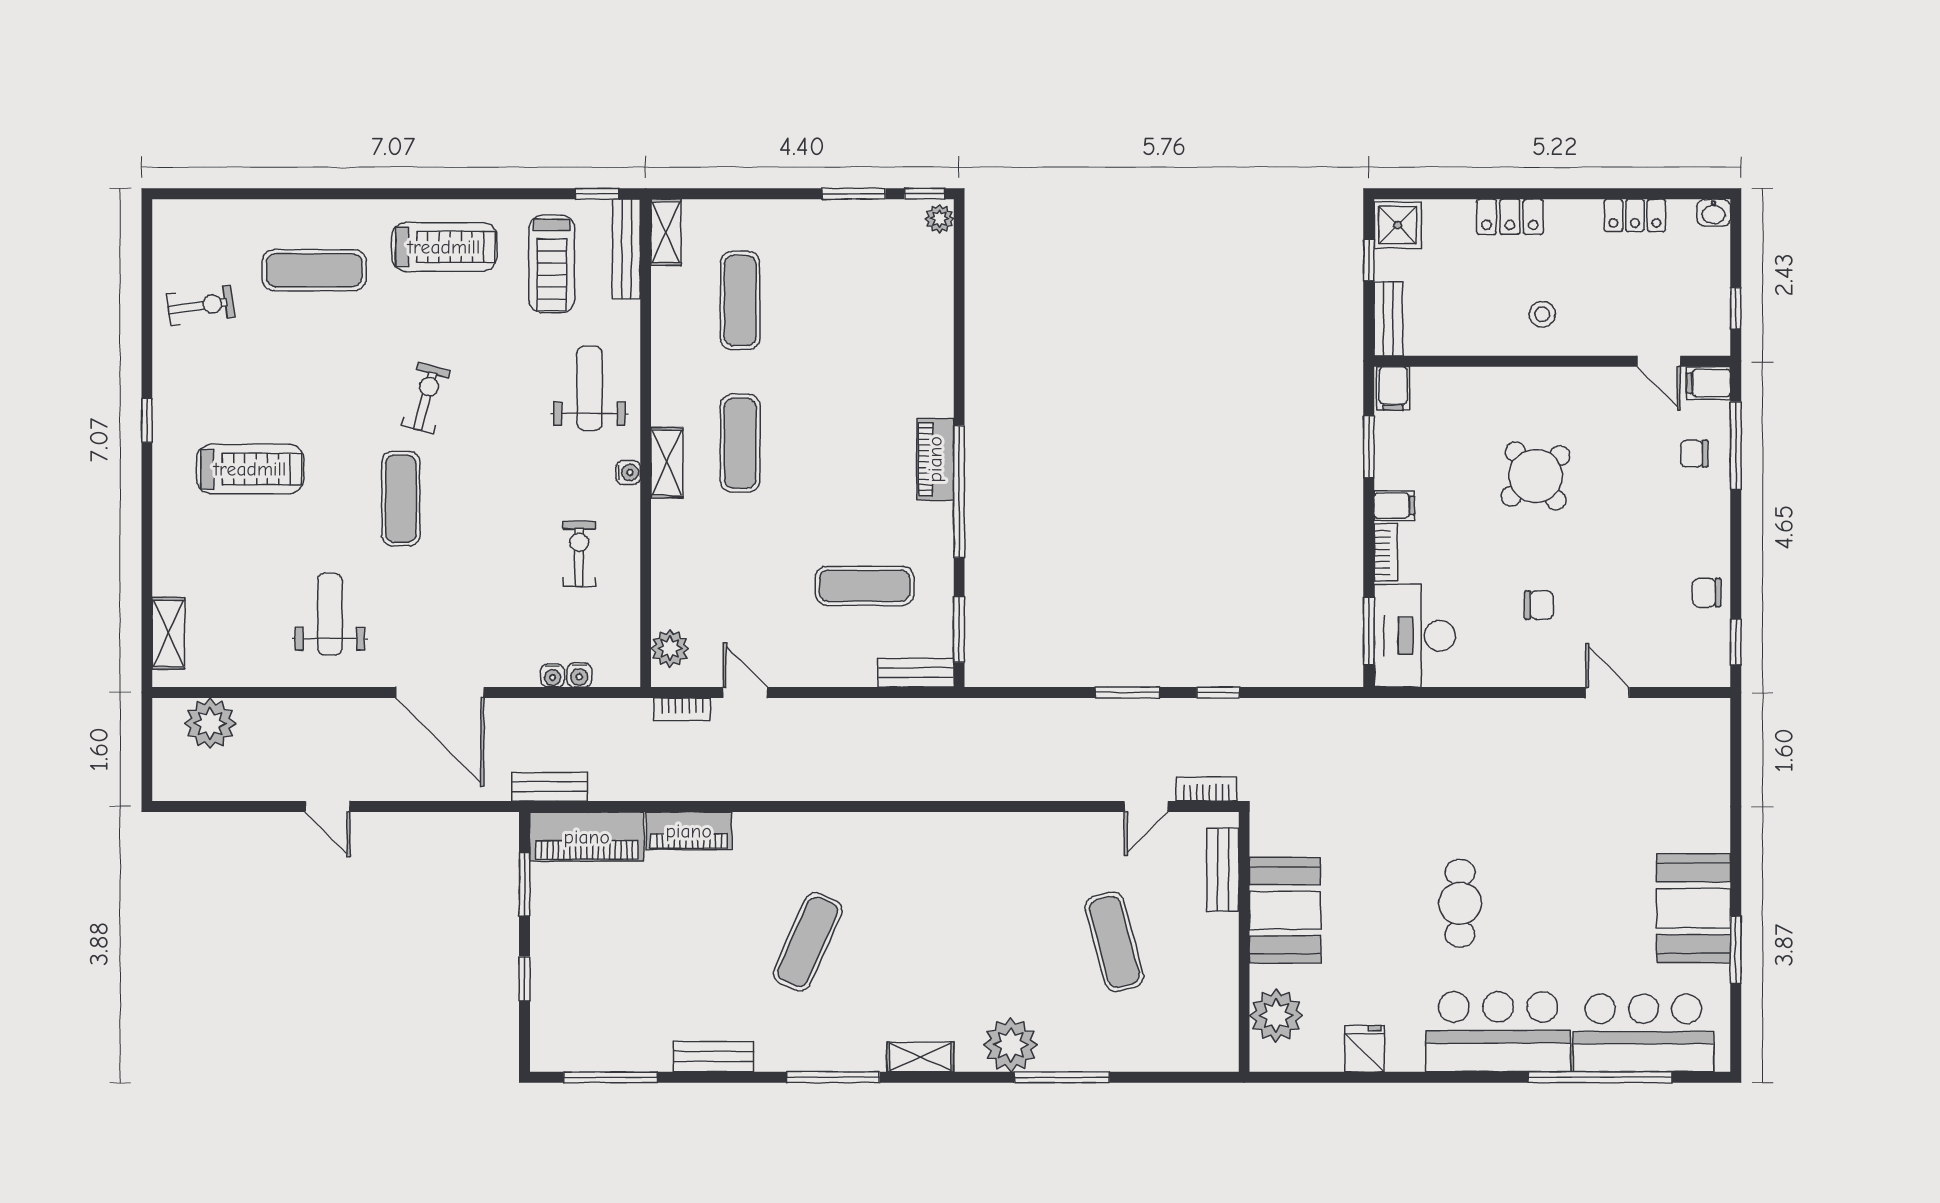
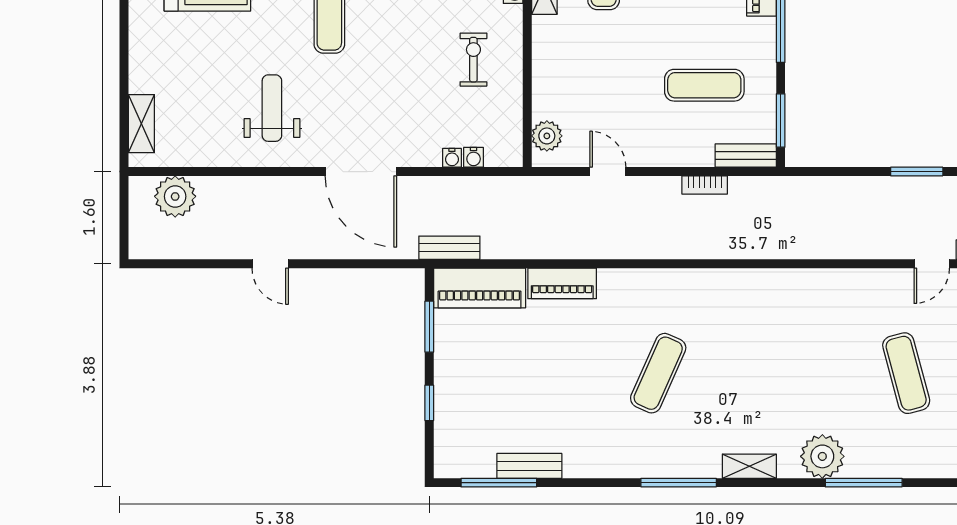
bookcase: (682, 709) -> (705, 185), moved
bench: (713, 1057) -> (529, 466), moved

